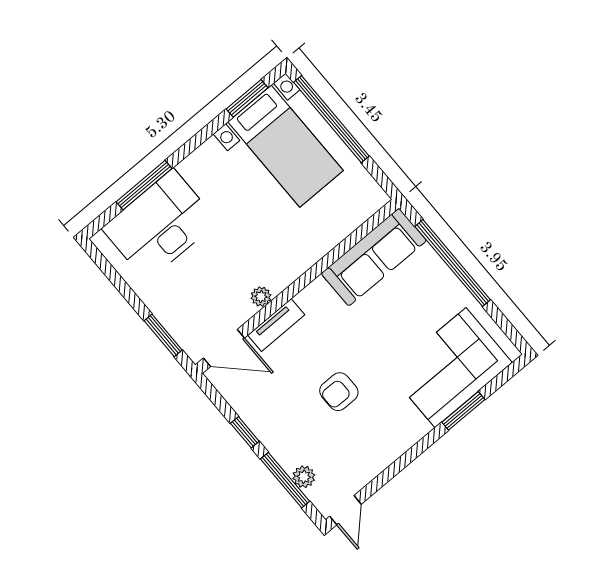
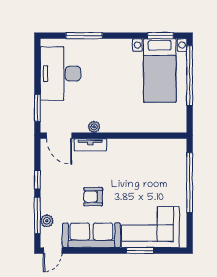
desk: (160, 225) -> (61, 74), moved, turned -90
sofa: (374, 257) -> (91, 235), moved, turned 180

